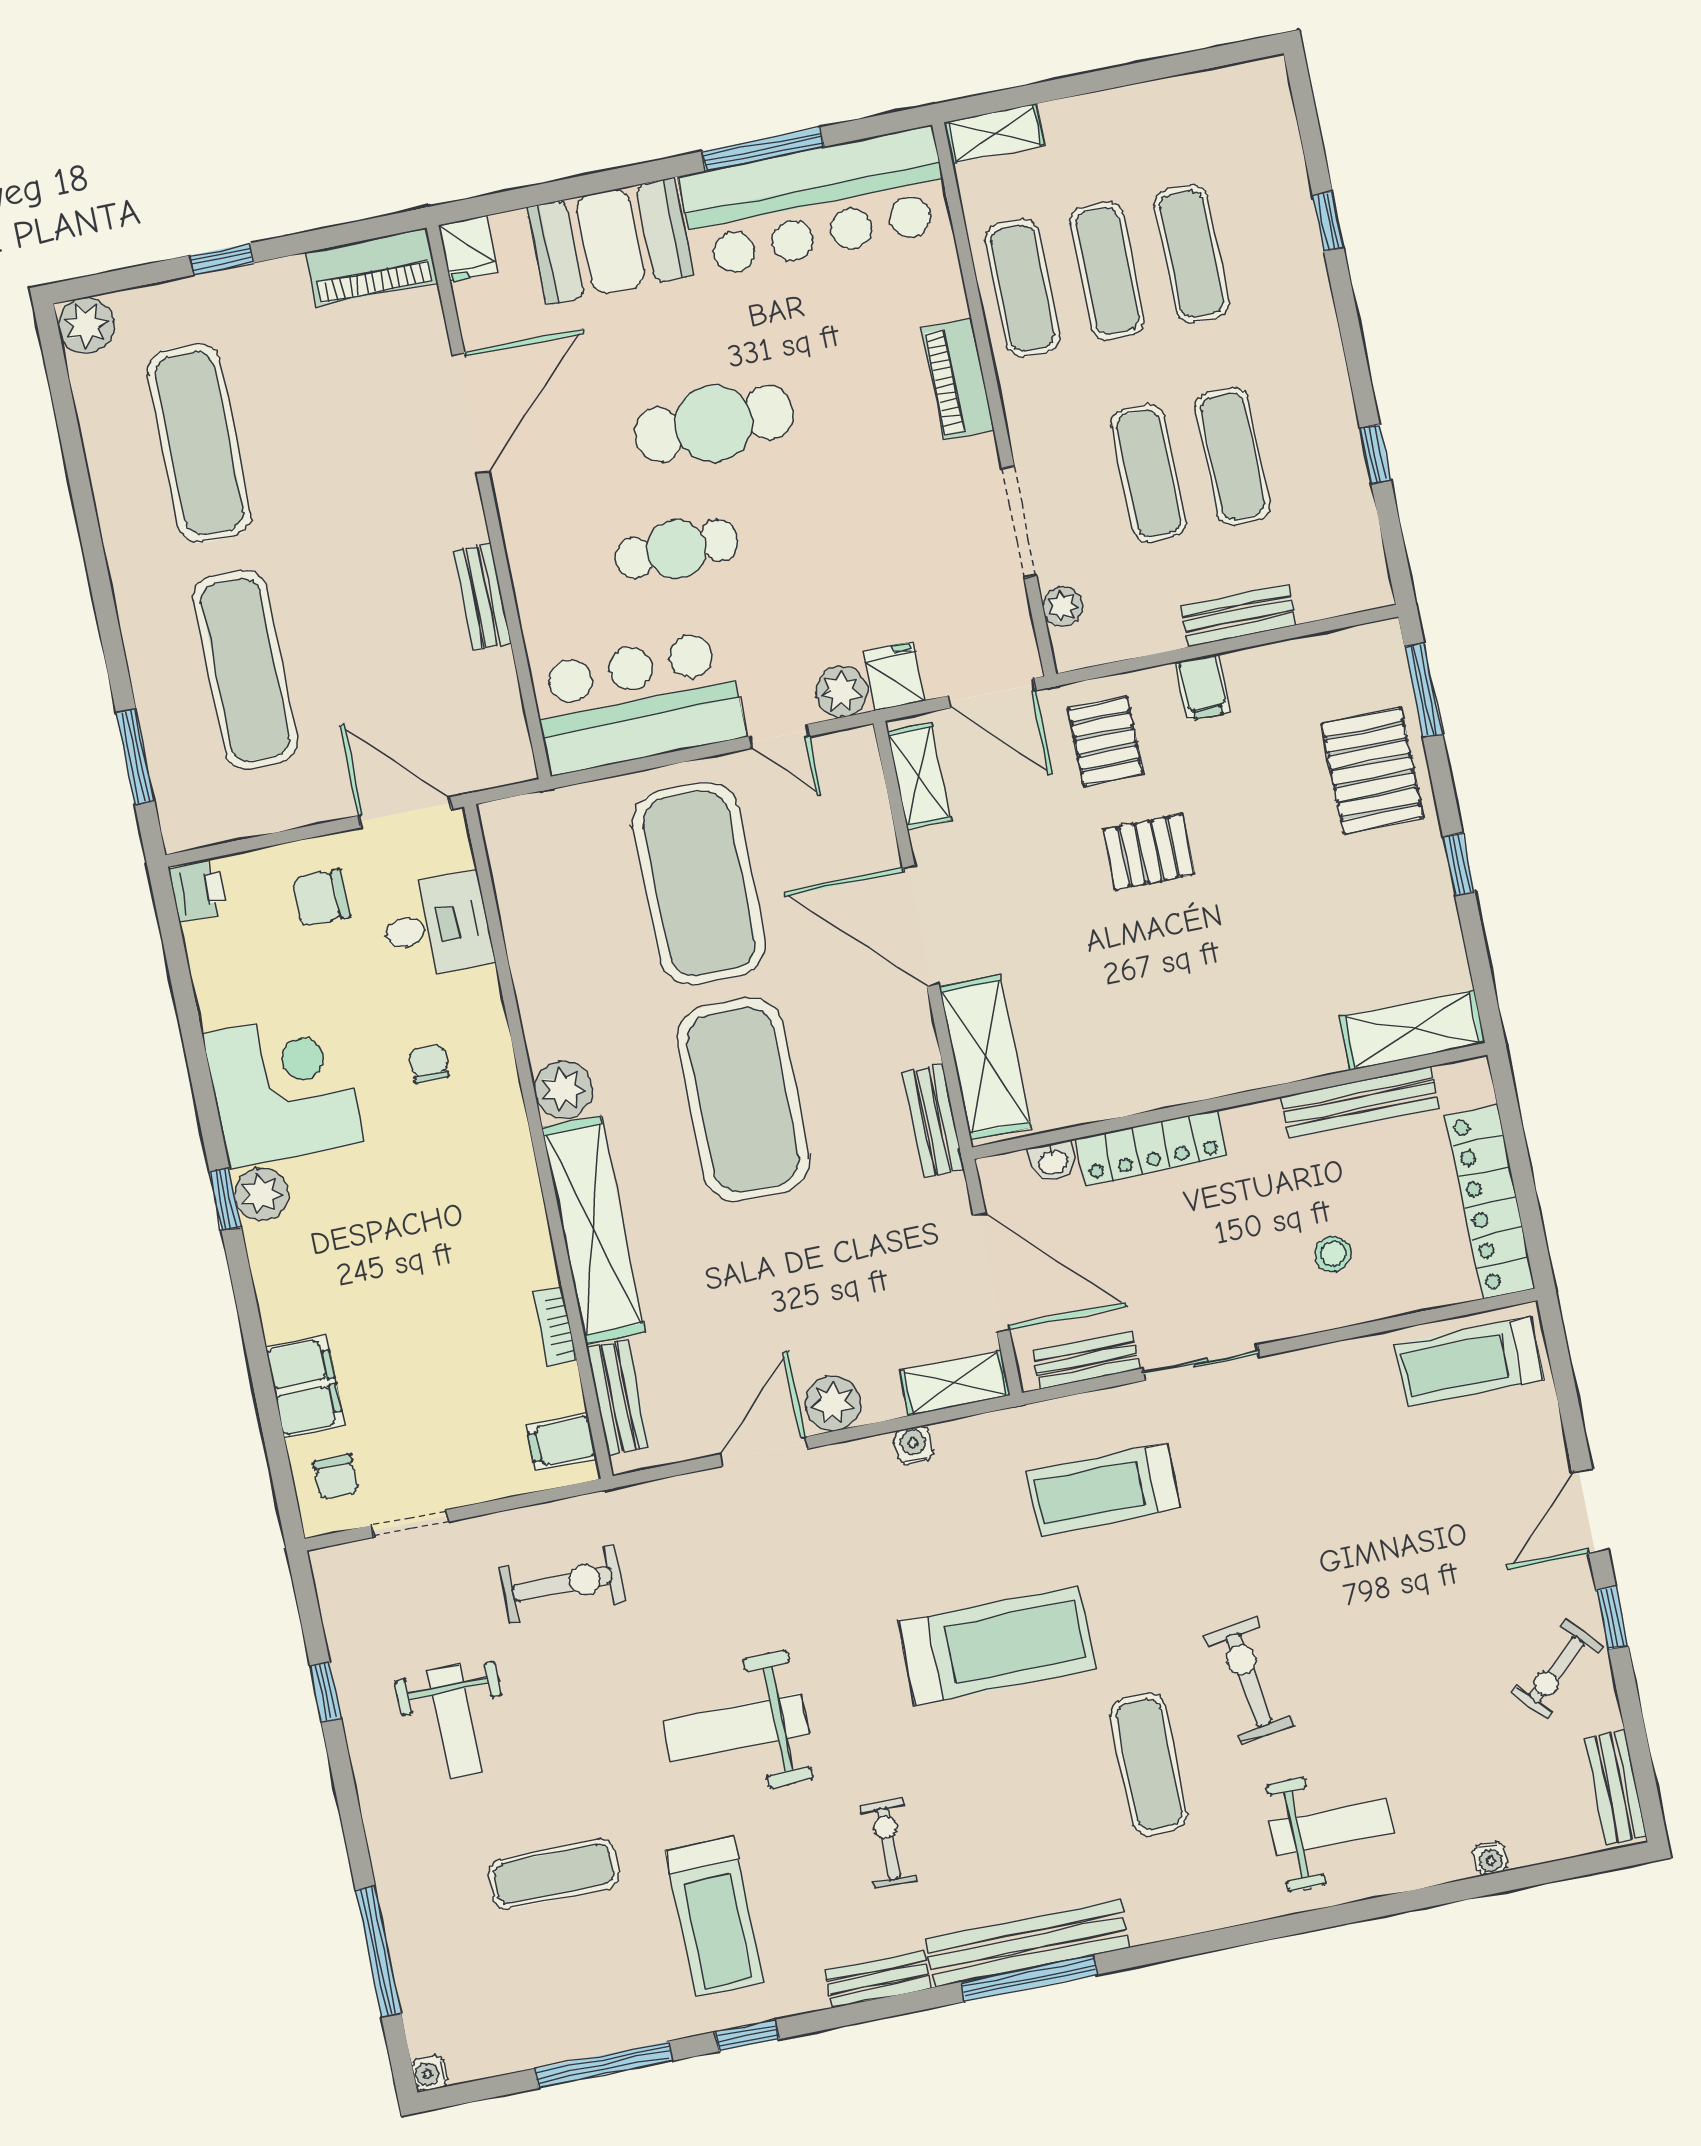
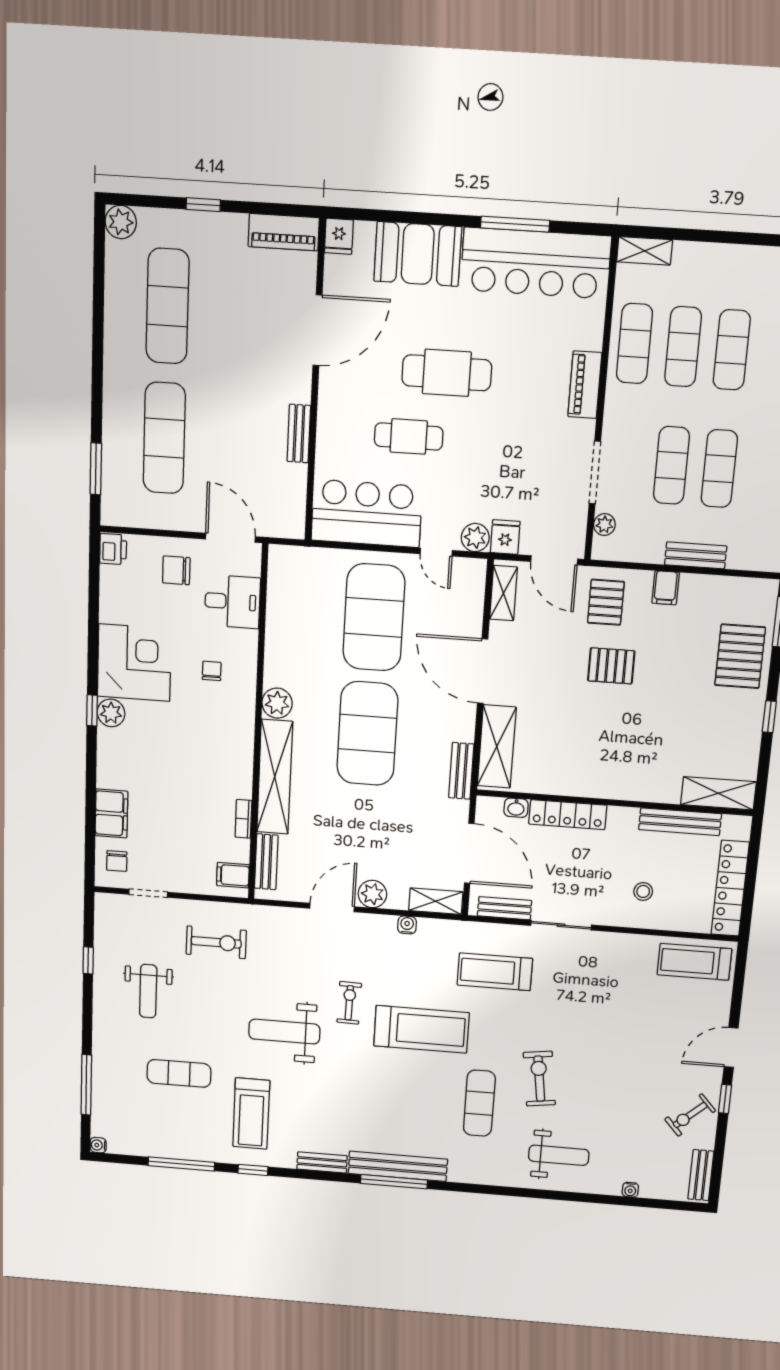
exercise bike: (888, 1843) -> (349, 1003), moved

